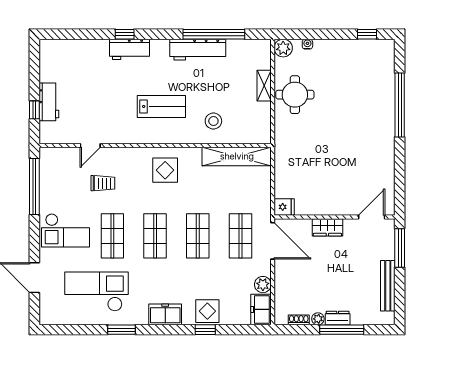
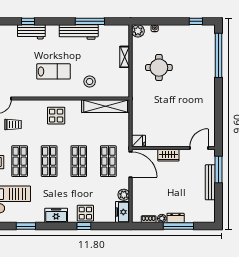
window: (214, 34) -> (90, 21), width x0.68
round table: (295, 95) -> (159, 68), moved
window: (400, 105) -> (219, 55), moved
bench: (388, 286) -> (210, 182), moved

